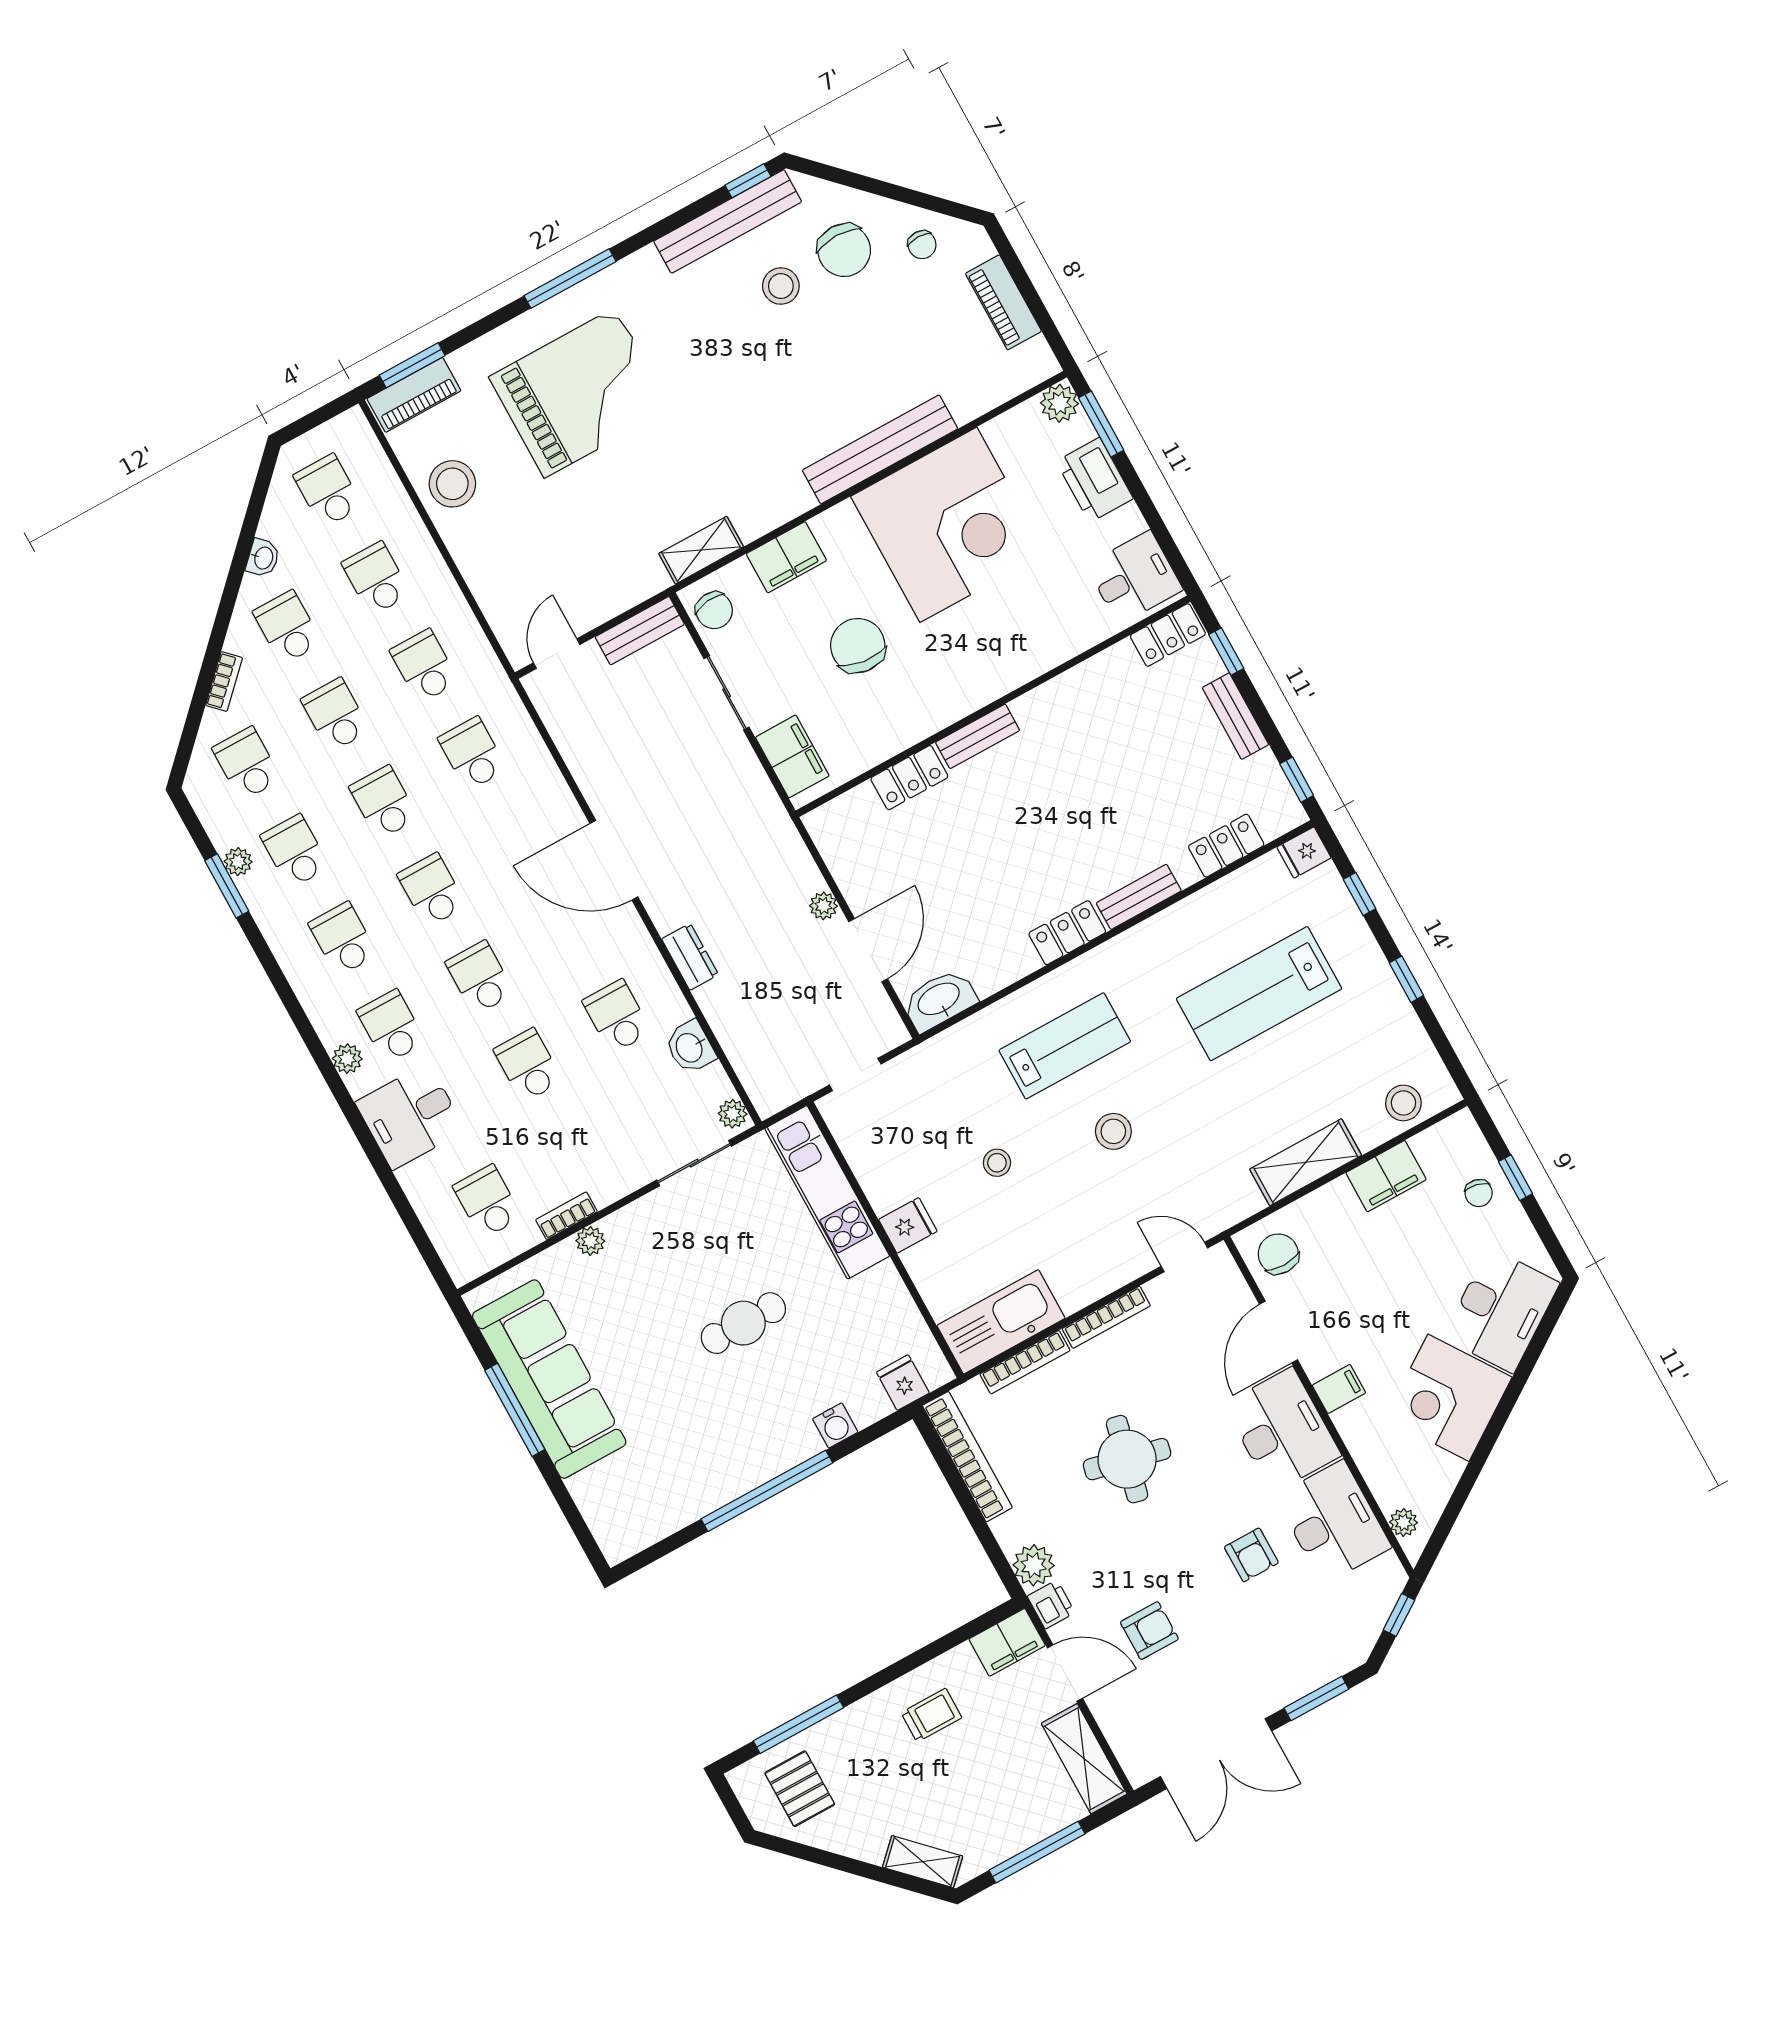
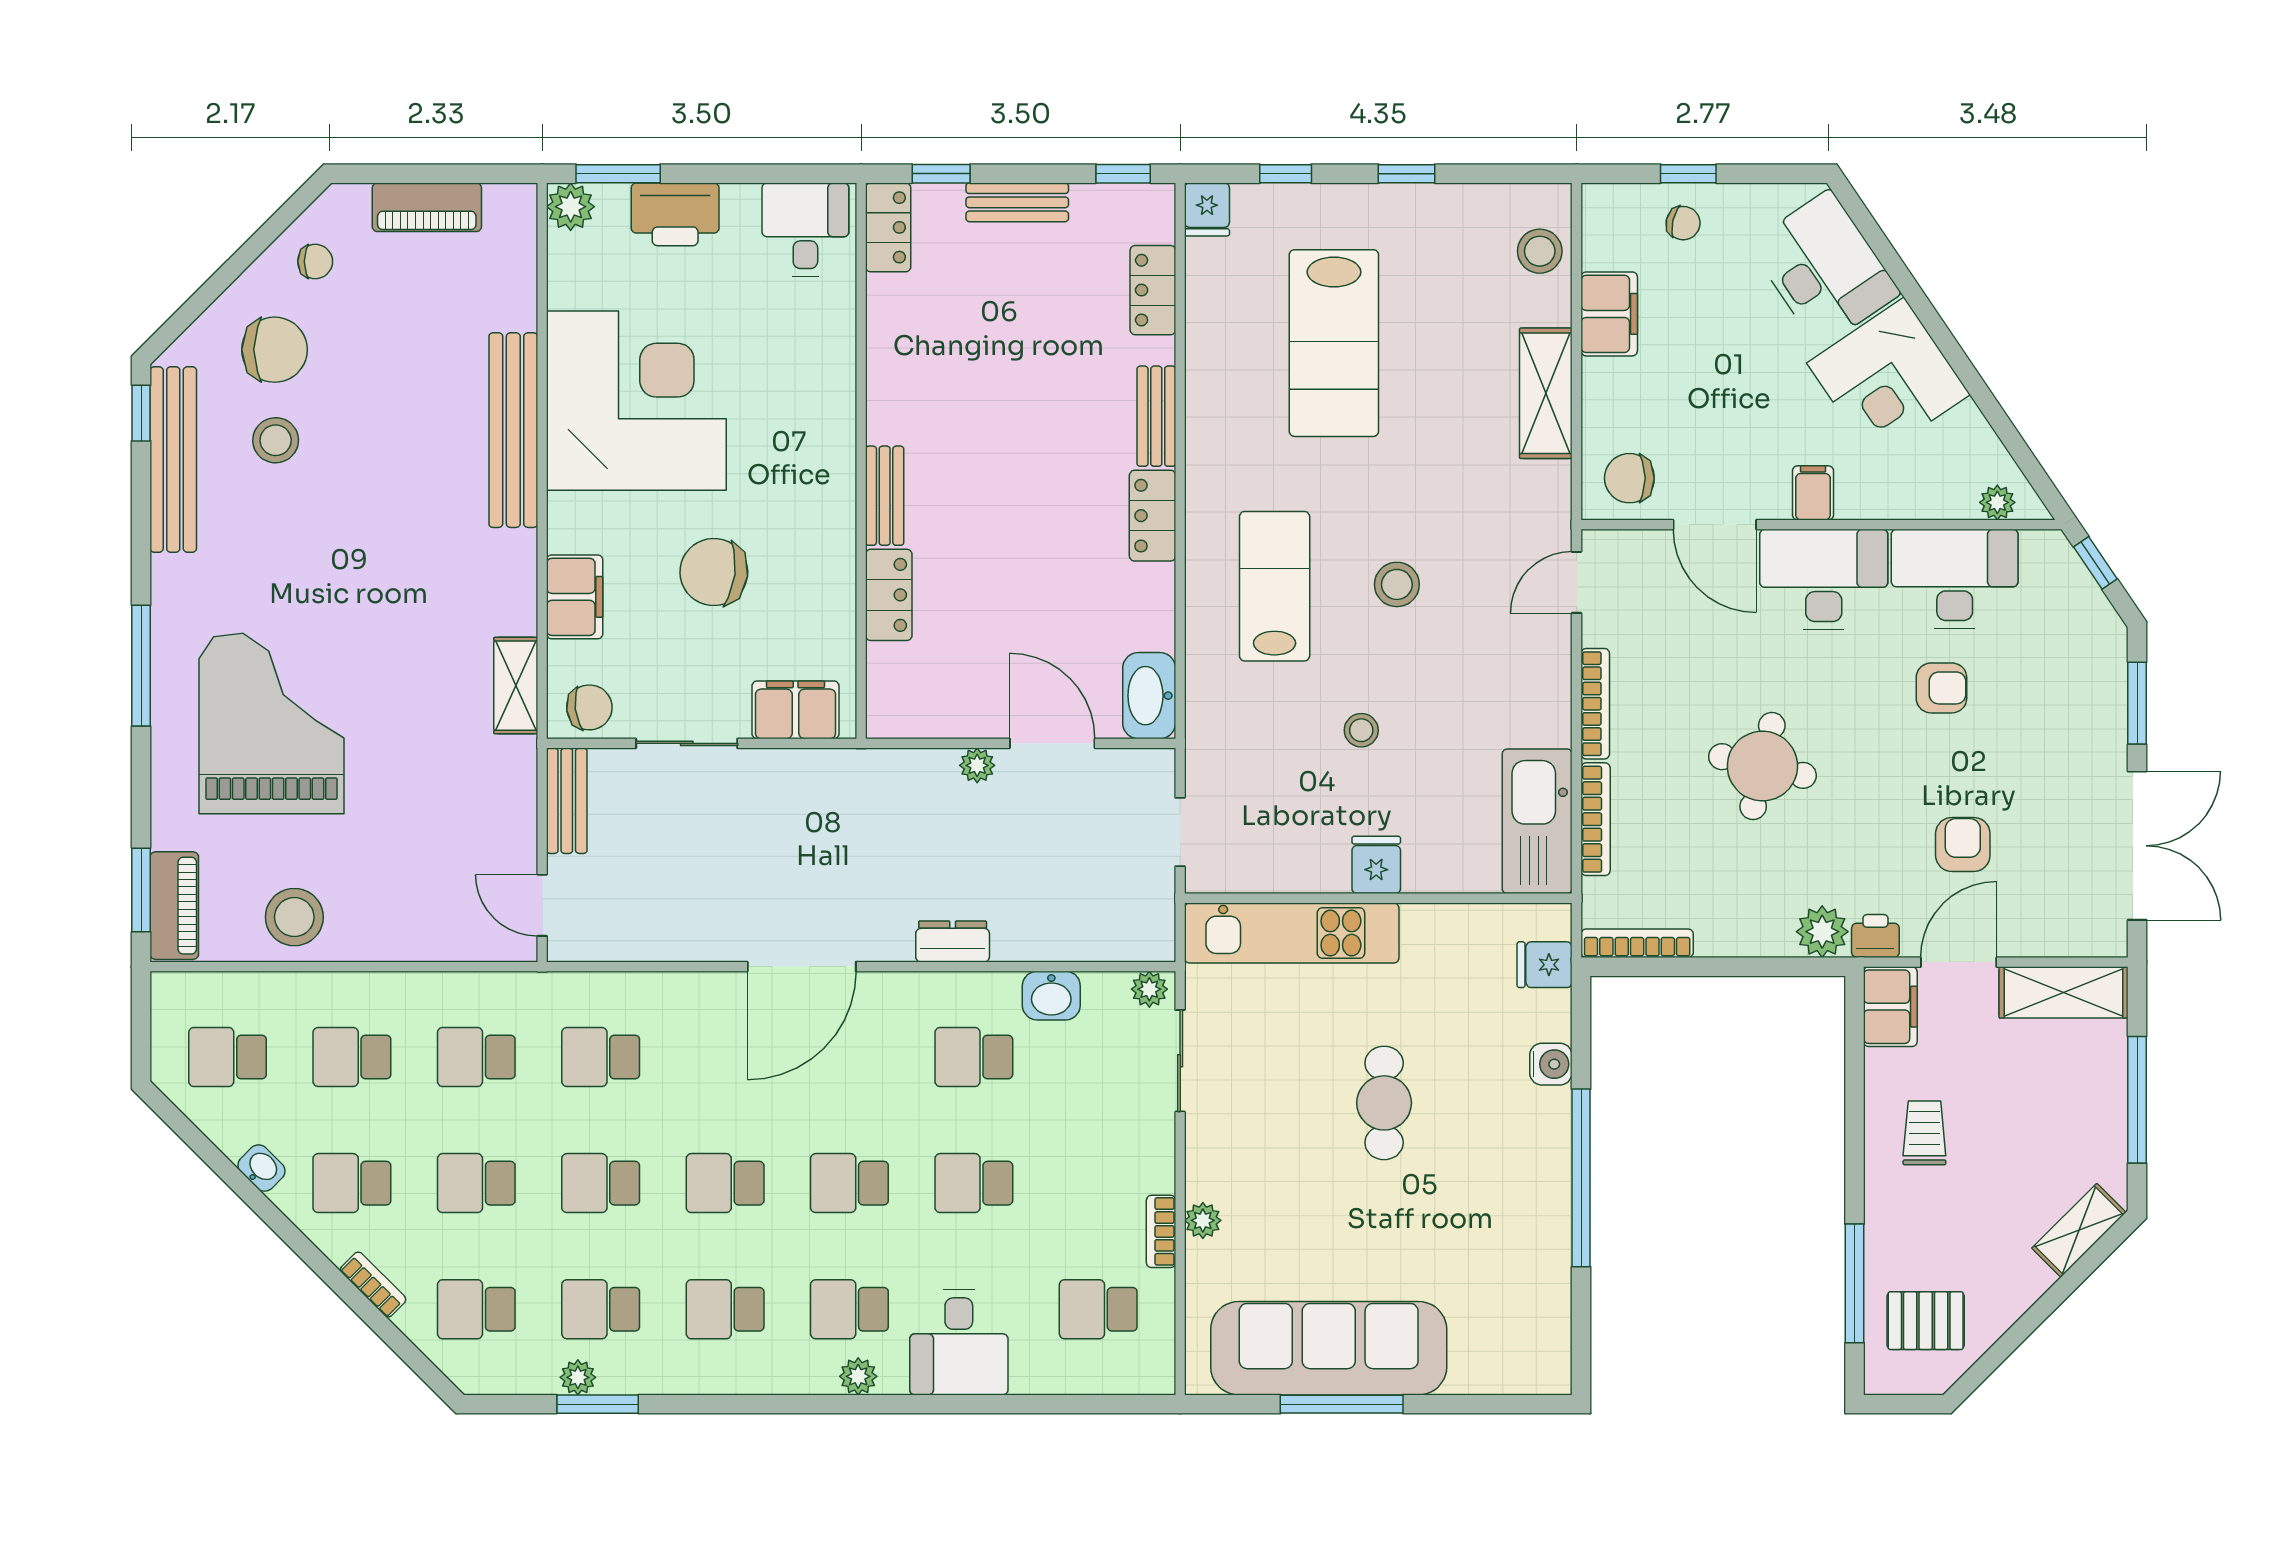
bookcase: (967, 1457) -> (1637, 943), width x0.68, depth x0.76

